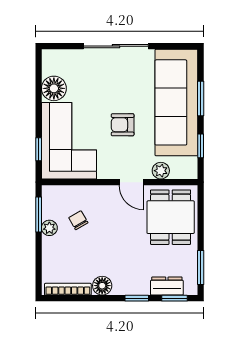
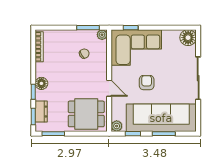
floor lamp: (54, 88) -> (188, 38), moved
plant: (161, 171) -> (117, 126), moved
door: (131, 182) -> (109, 88), swing flipped
plant: (49, 228) -> (102, 35), moved
floor lamp: (102, 286) -> (41, 83), moved

